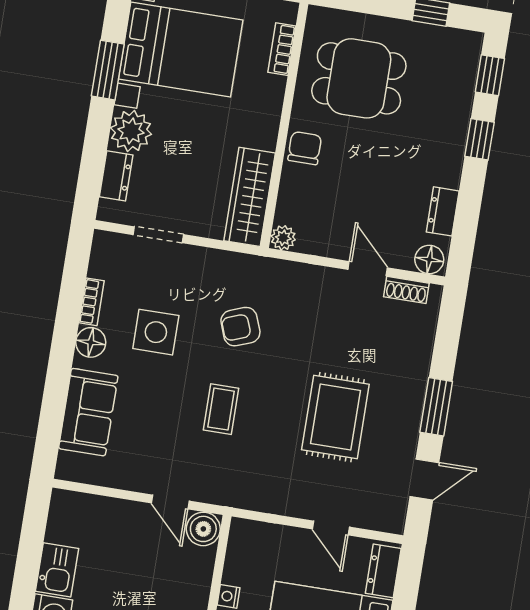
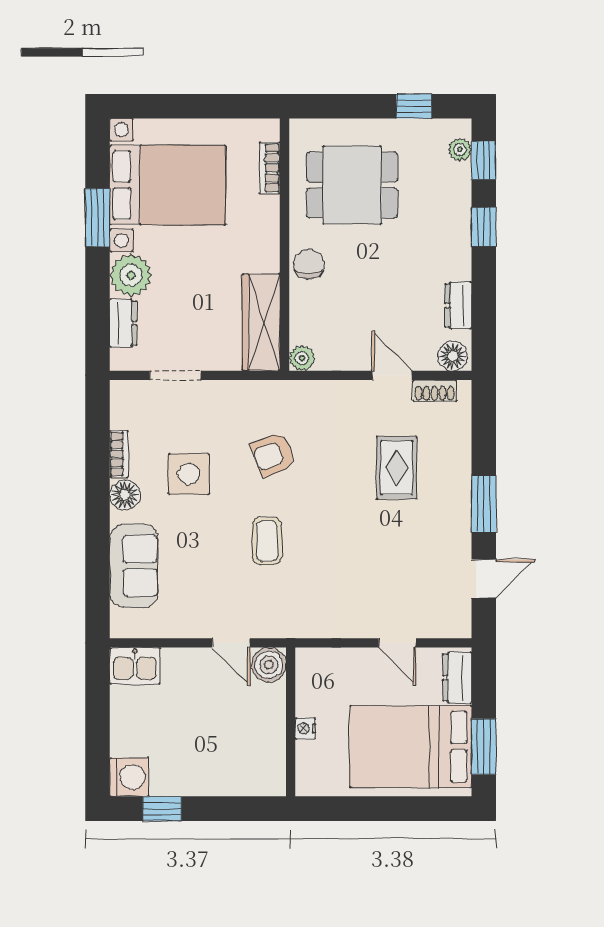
plant: (469, 61) -> (460, 150), added
rug: (335, 417) -> (397, 468), moved, width x0.73, depth x0.70
kitchen sink: (57, 570) -> (135, 666), moved, turned 90

